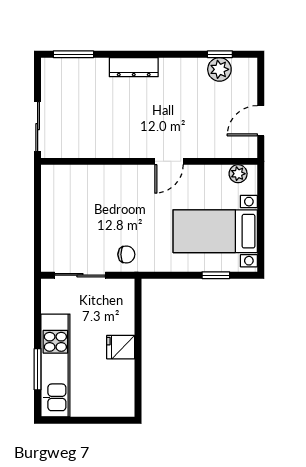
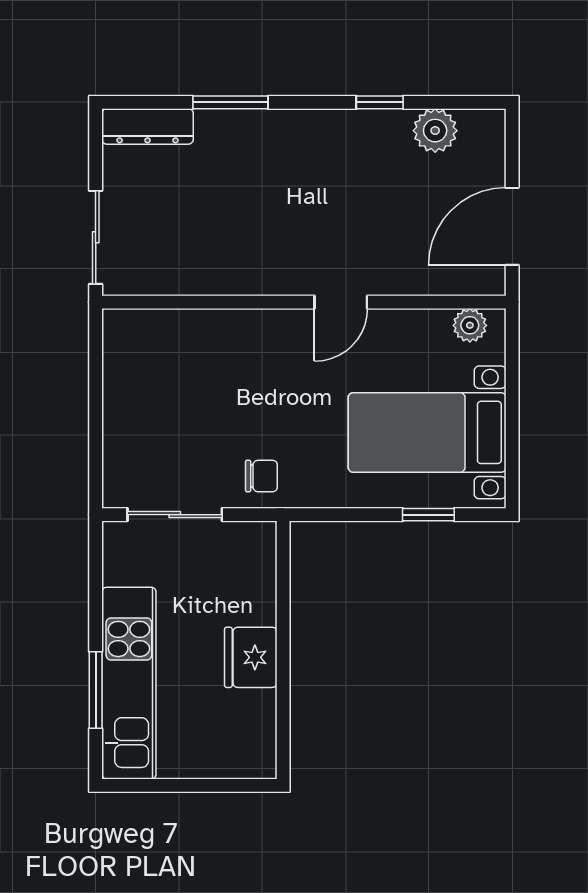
window: (73, 54) -> (230, 102), moved
window: (220, 54) -> (380, 102), moved
dresser: (134, 67) -> (148, 126), moved
door: (261, 121) -> (512, 226), width x1.37
fridge: (121, 347) -> (251, 657), width x1.38

